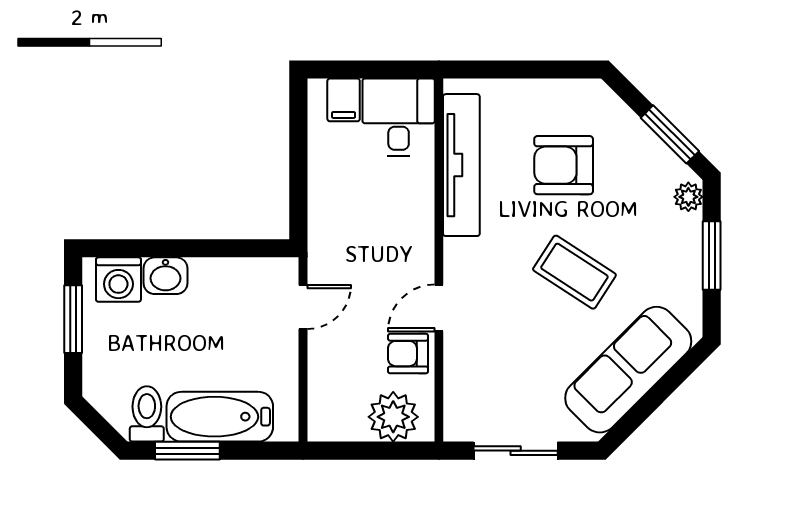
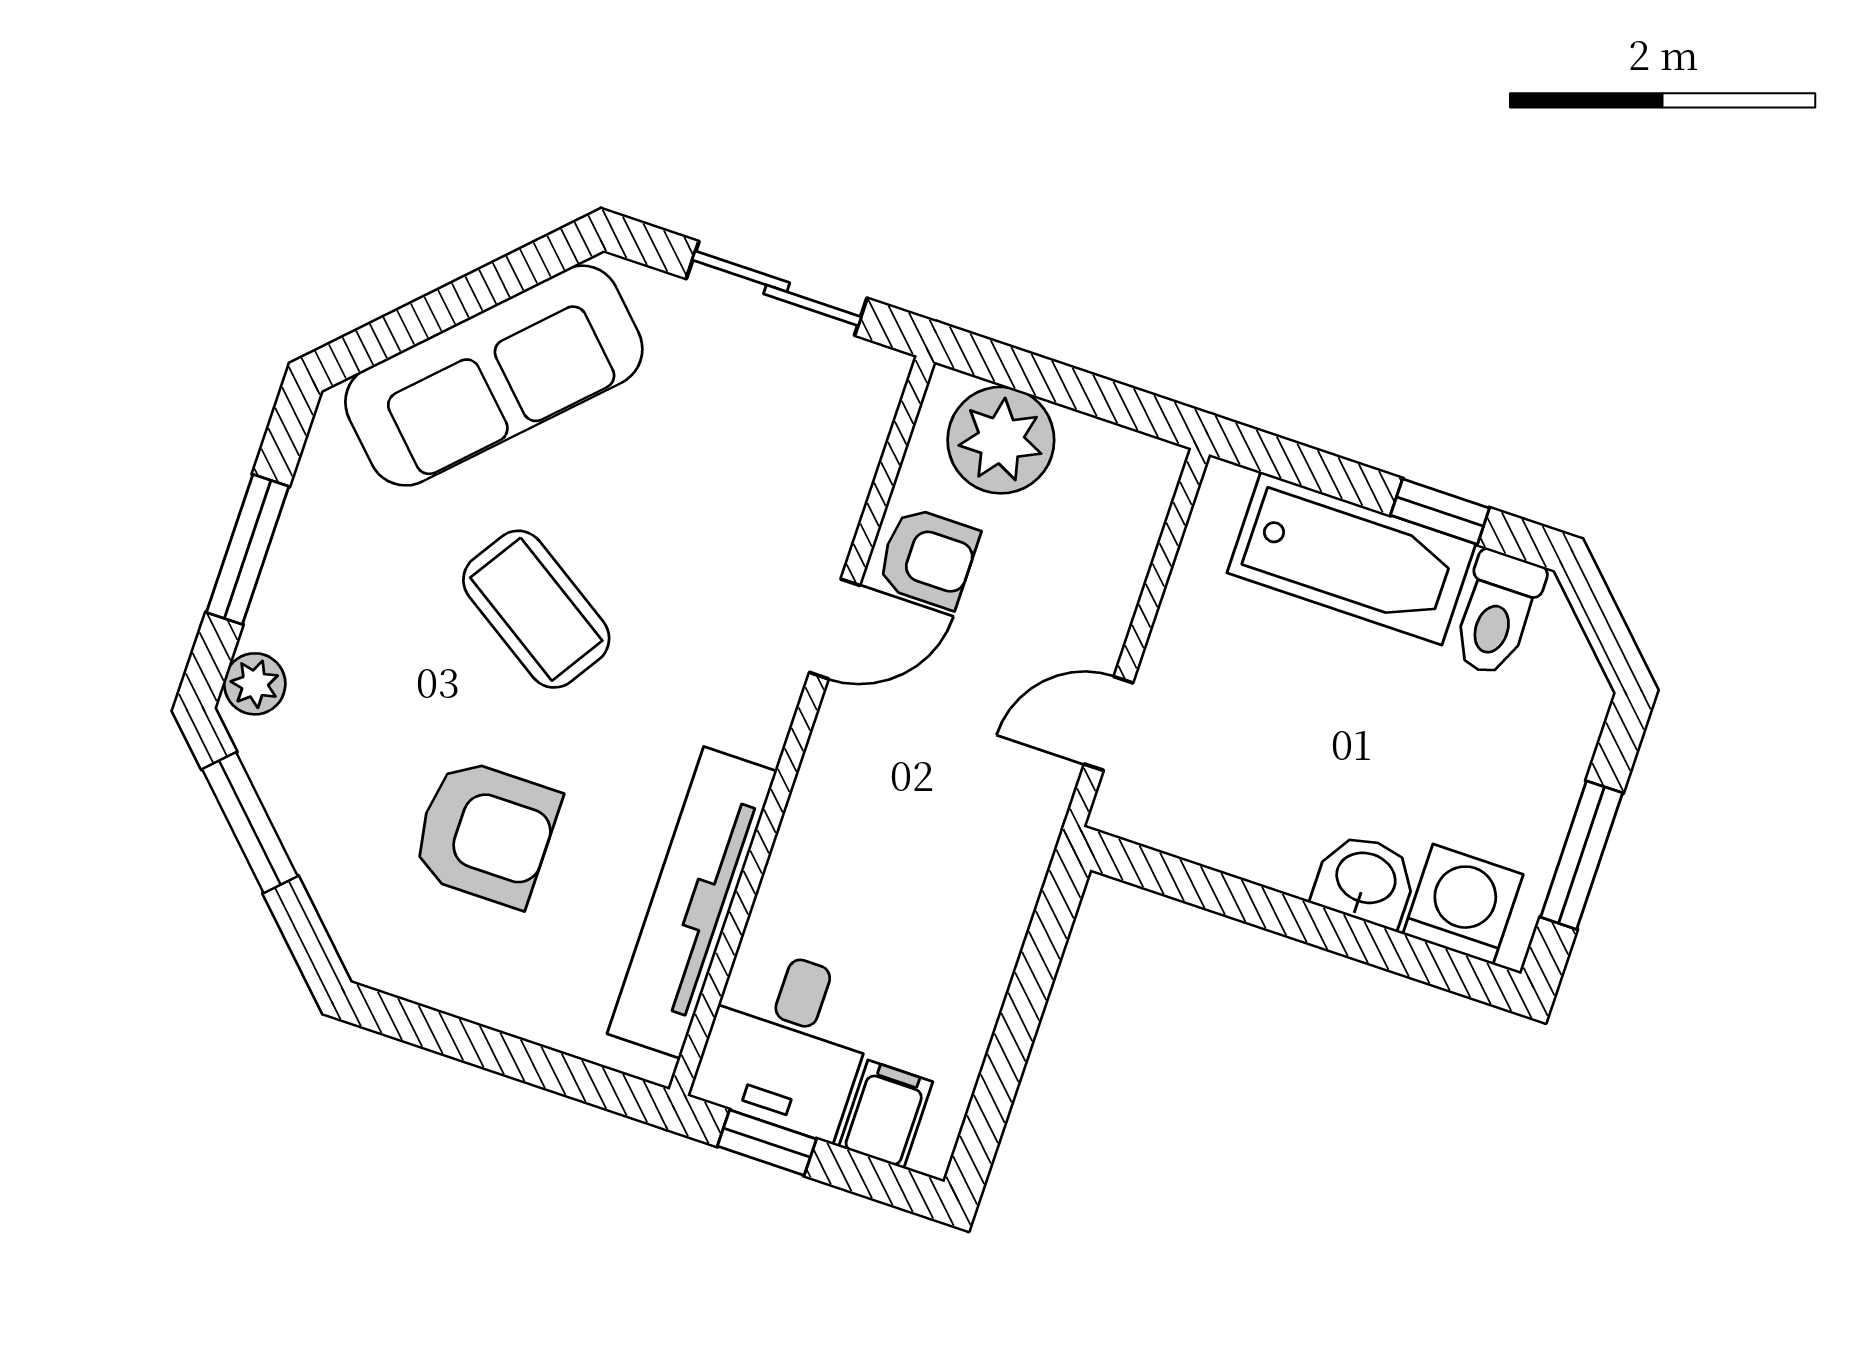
window: (392, 70) -> (767, 1143), added
window: (187, 451) -> (1440, 512), width x0.67

